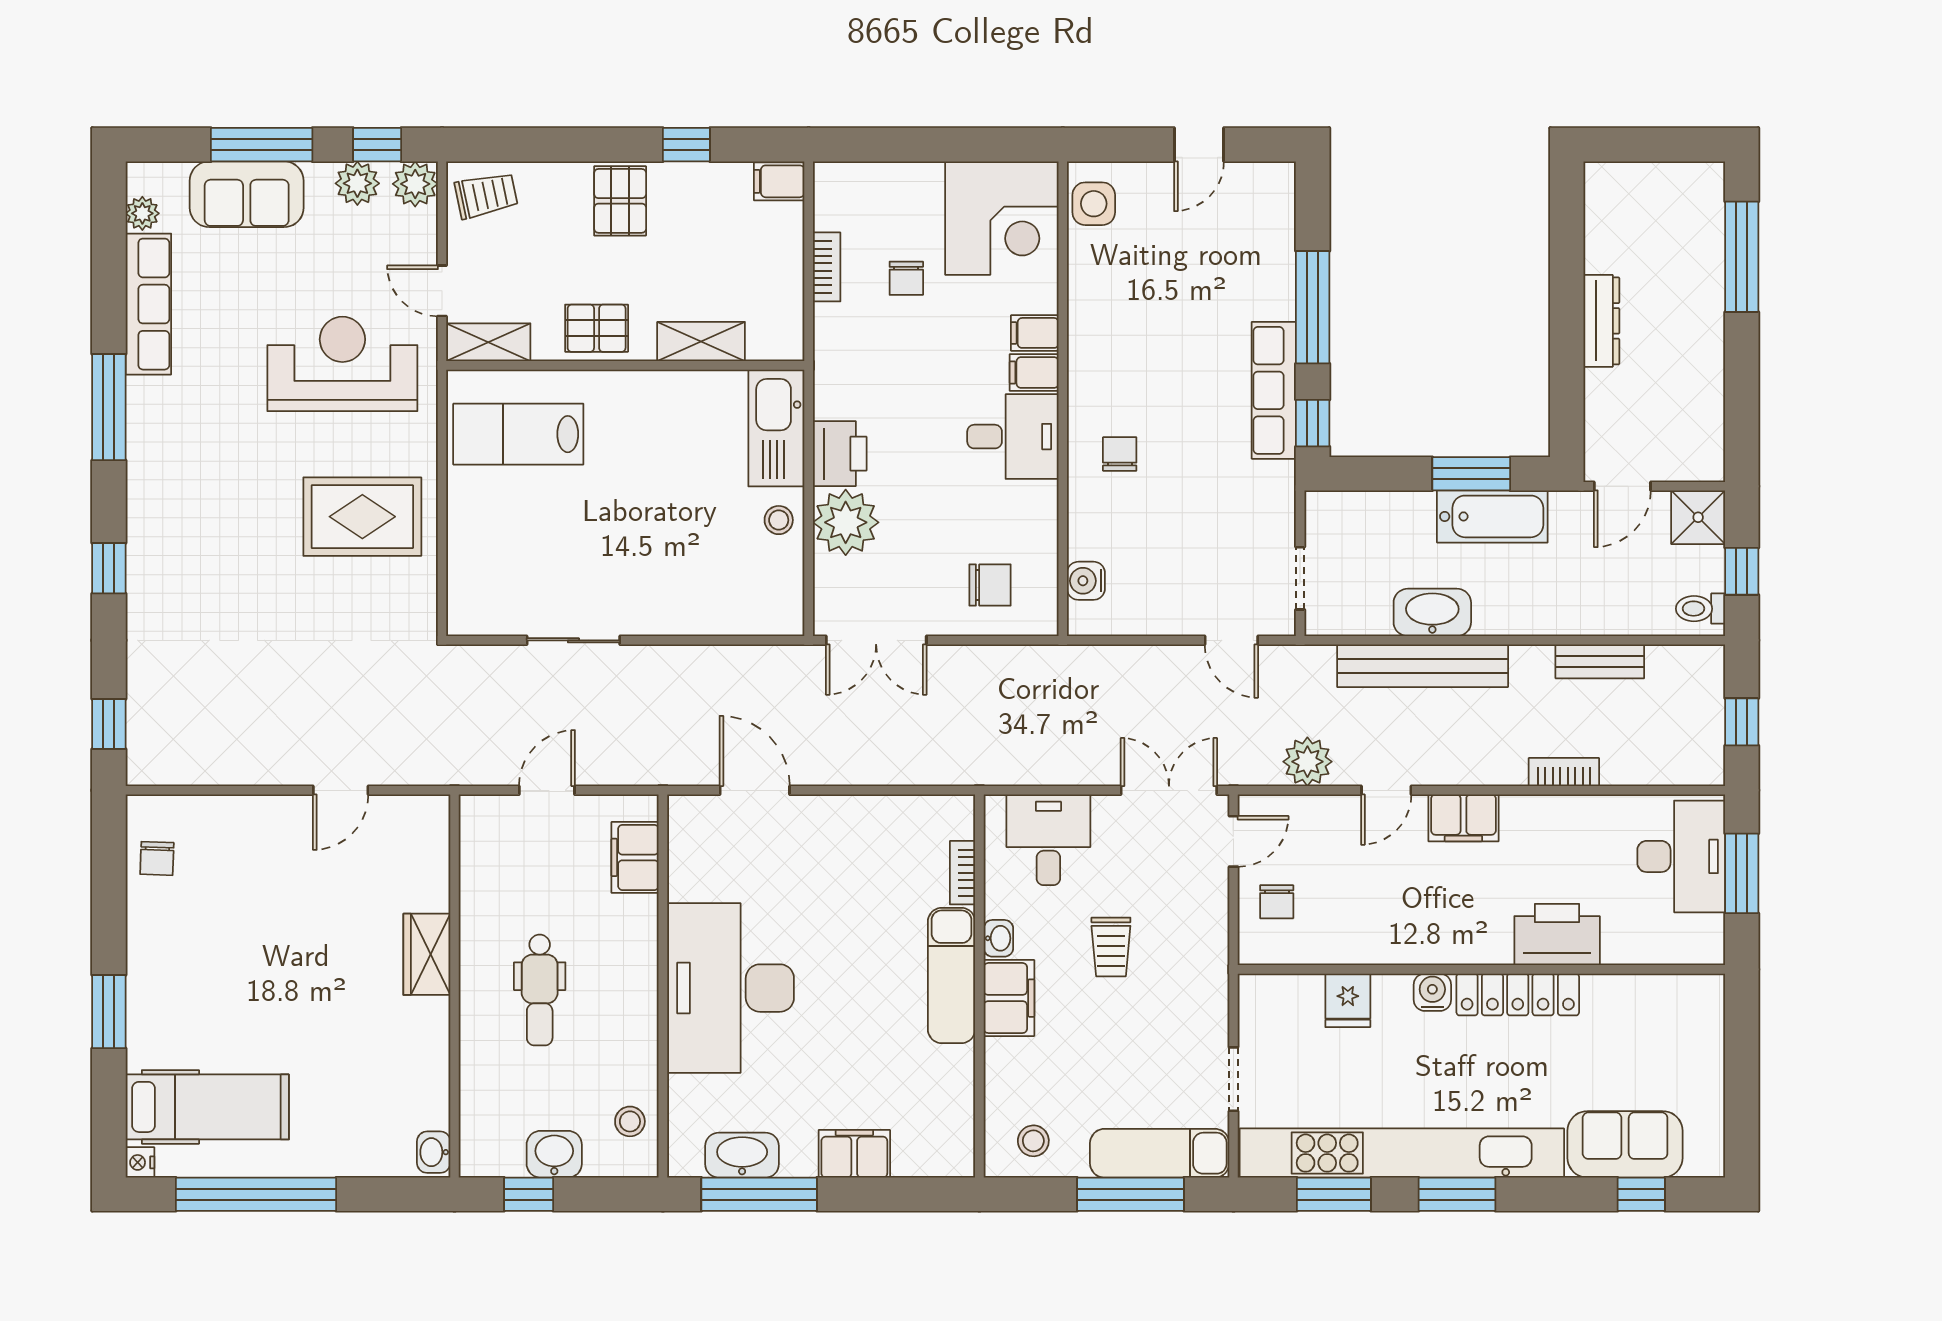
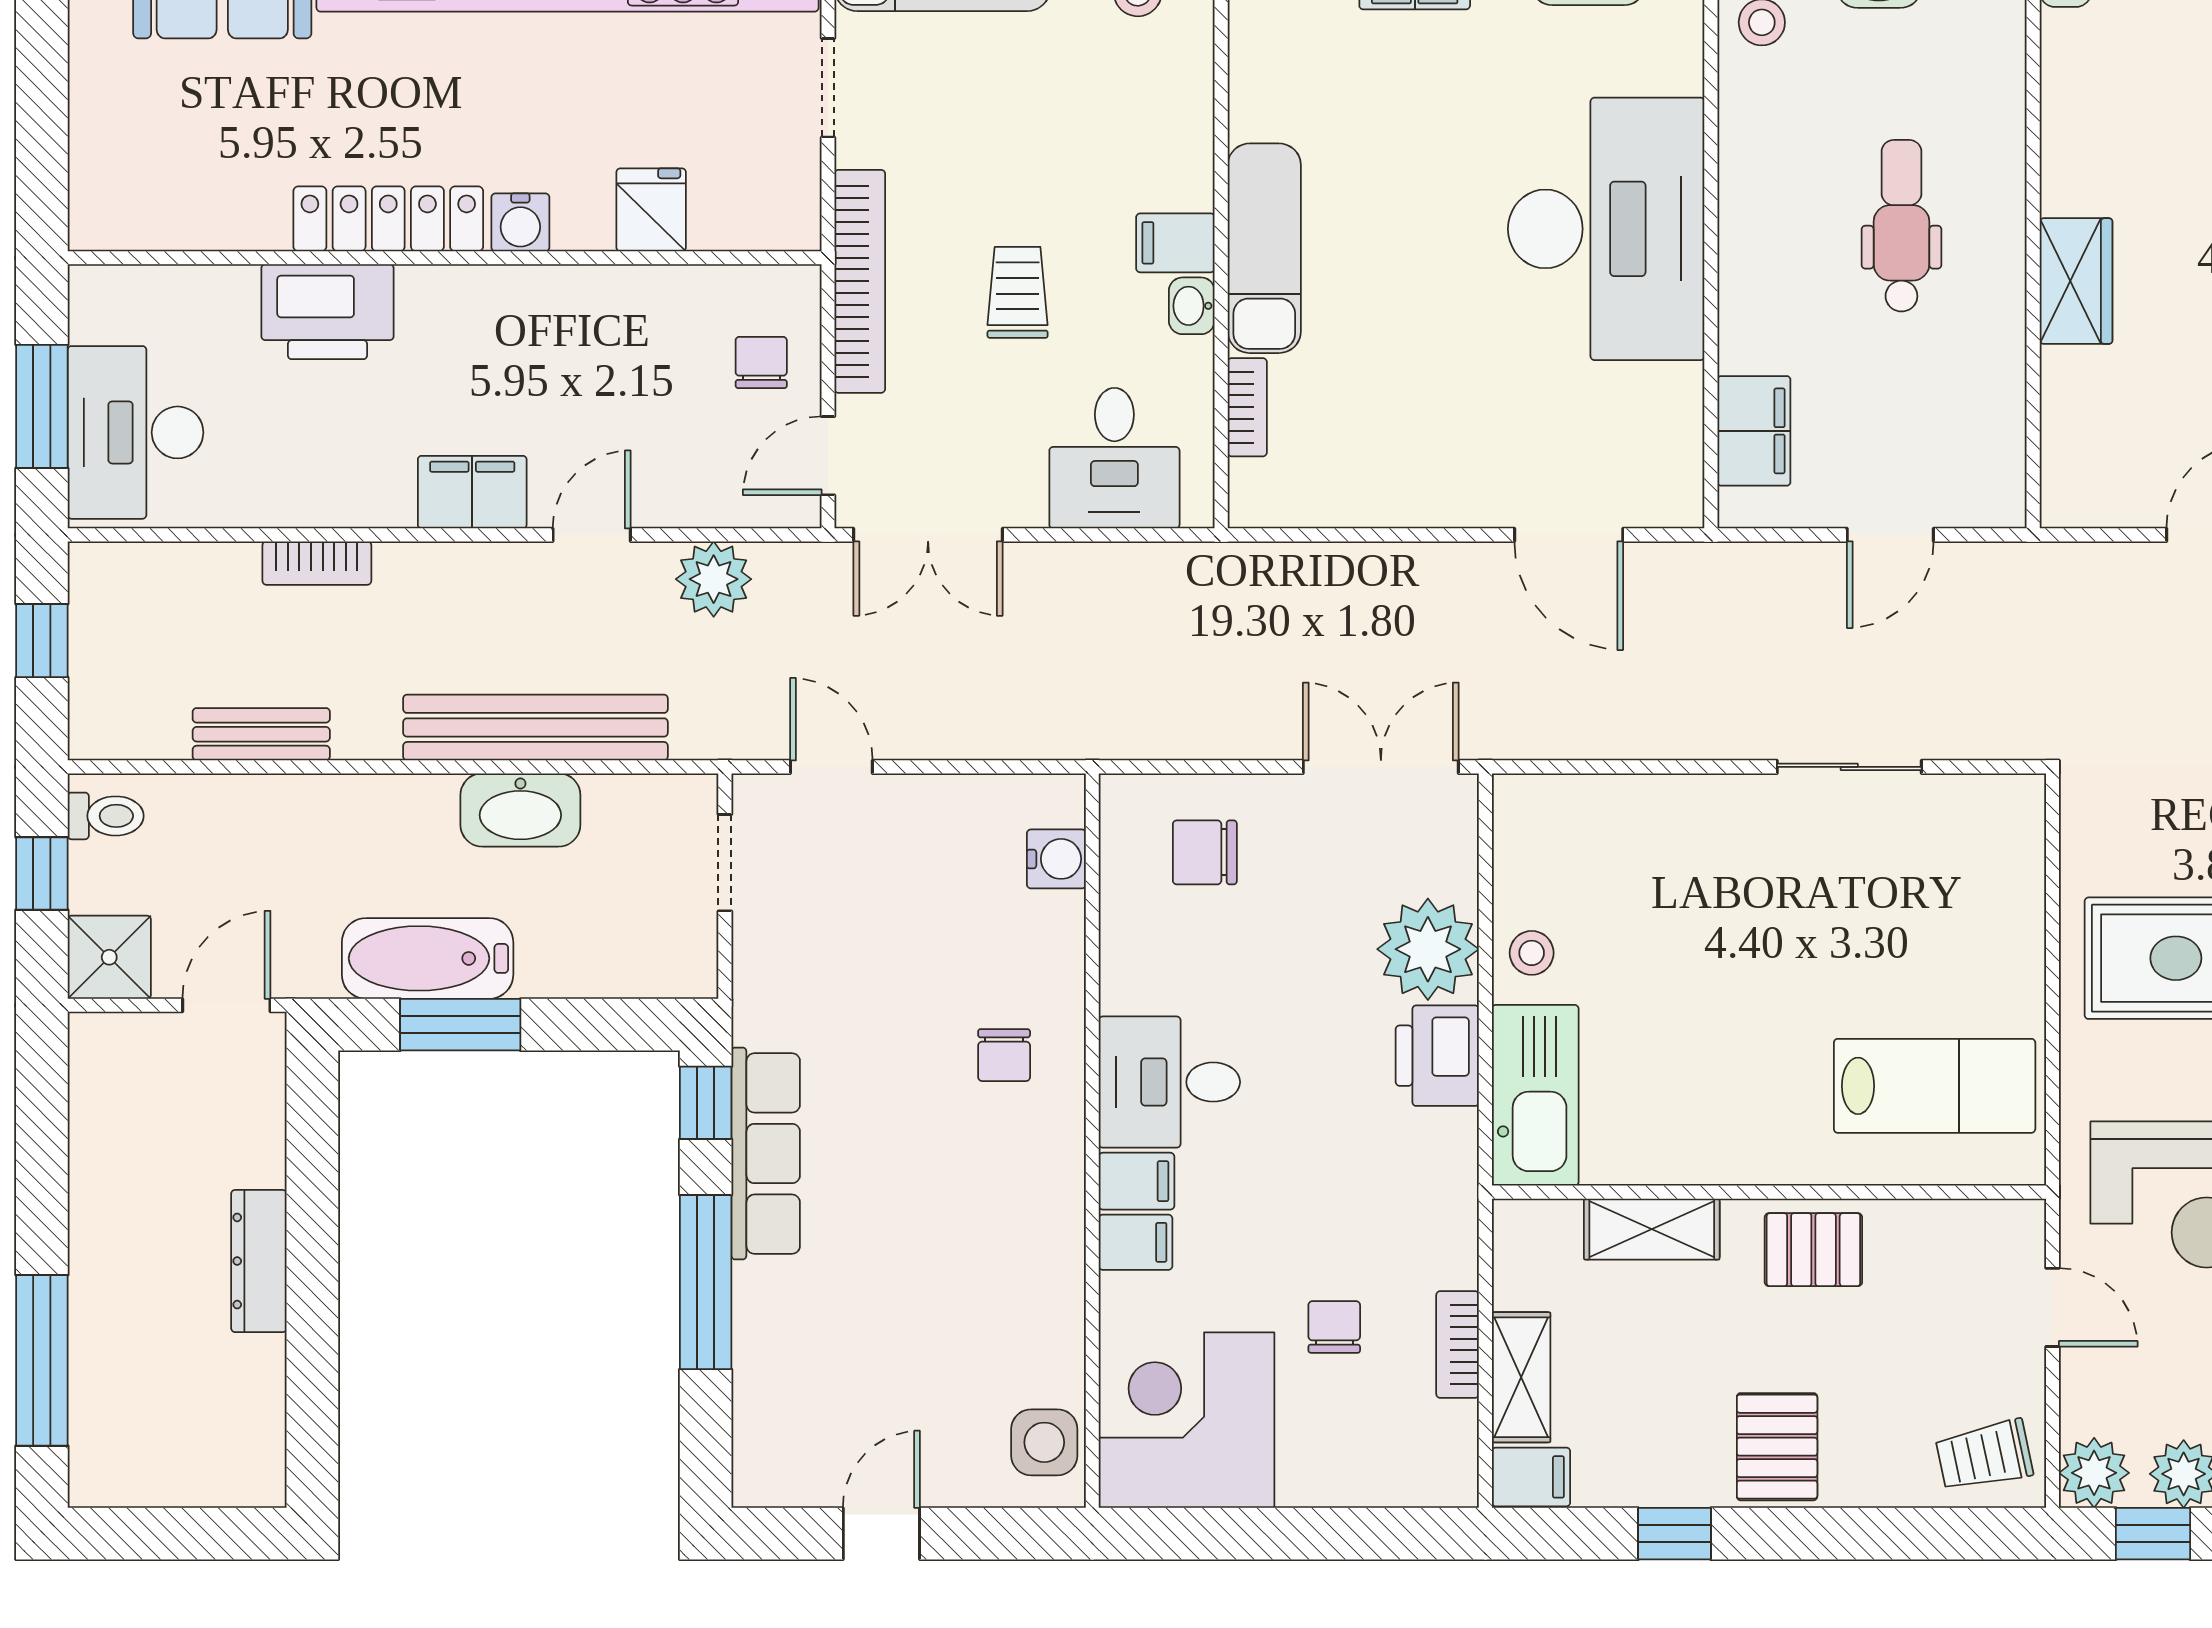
shelving: (488, 342) -> (1521, 1377), moved, turned 90
bookcase: (1213, 954) -> (860, 281), added
filing cabinet: (1009, 998) -> (1175, 243), width x0.50

